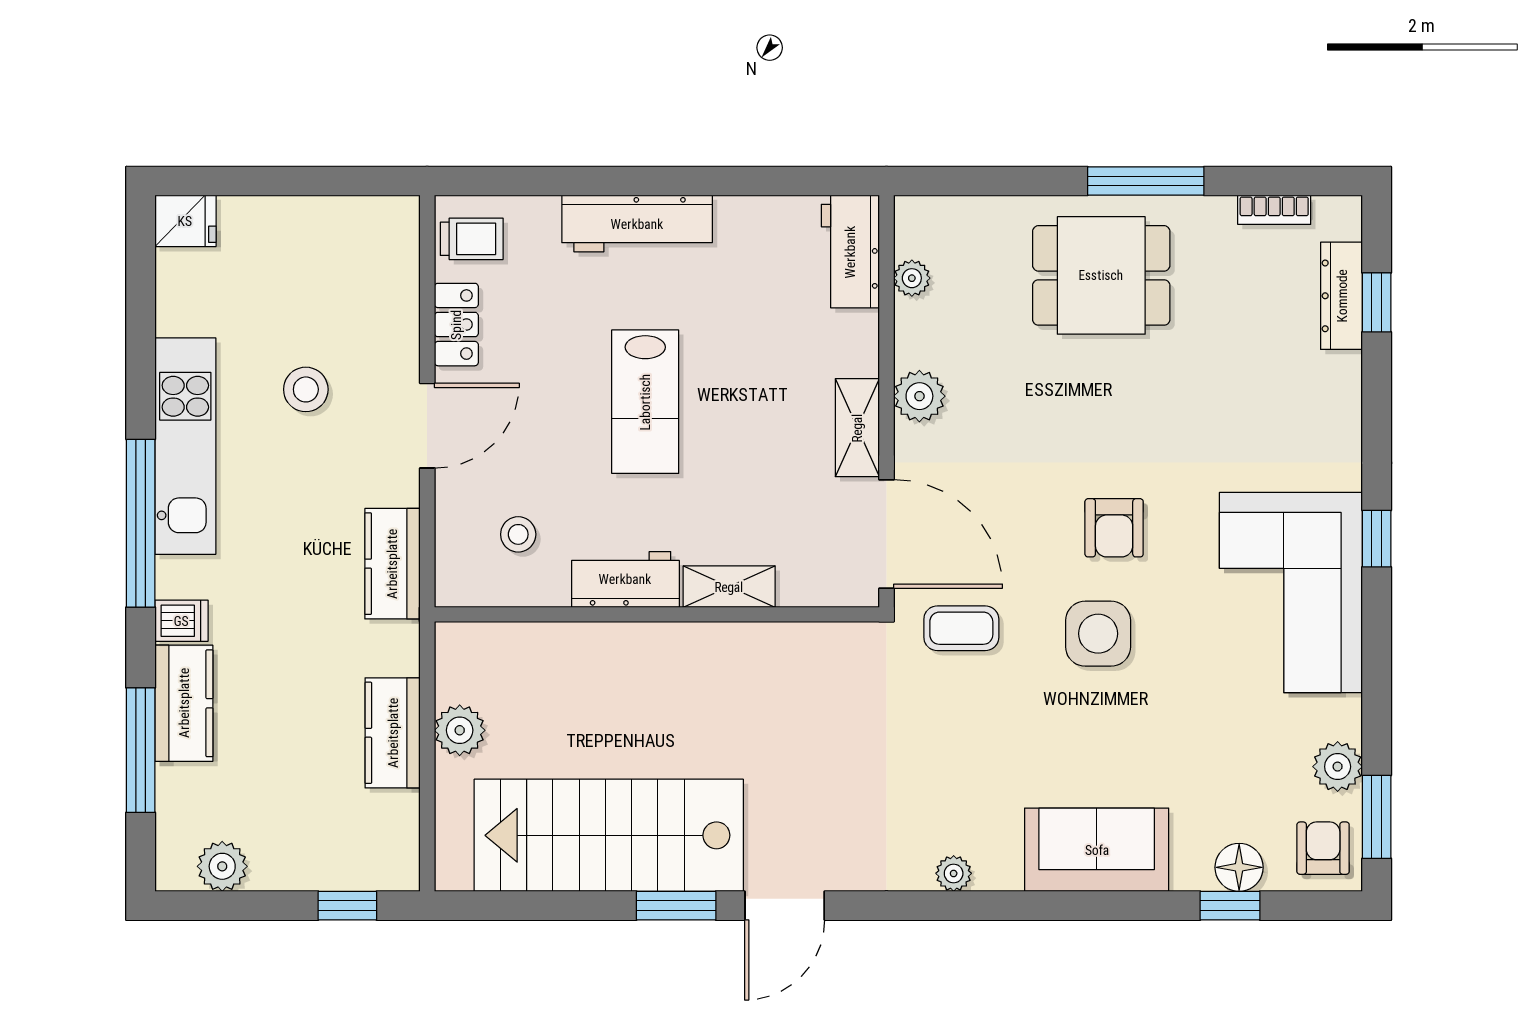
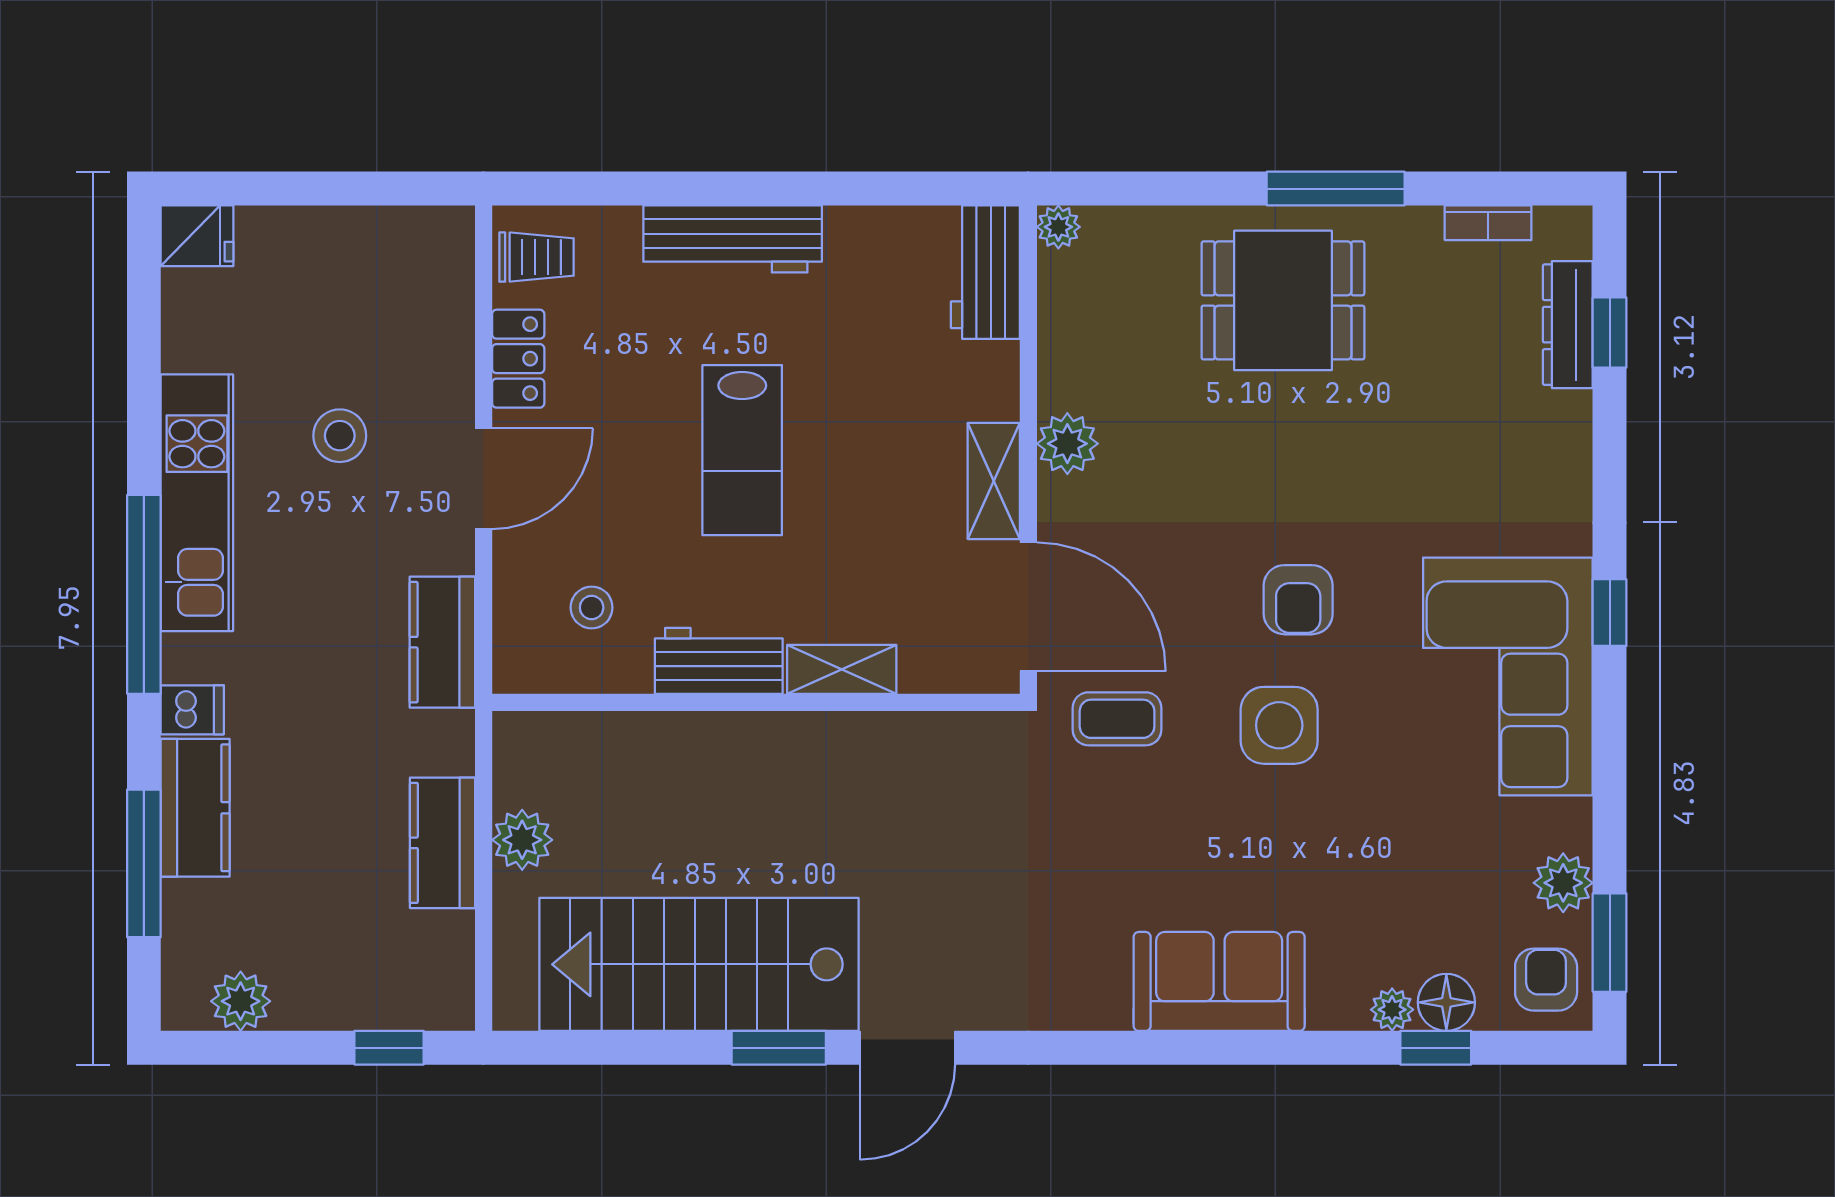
plant: (912, 278) -> (1058, 227), moved
sofa: (1097, 850) -> (1219, 981), moved
plant: (954, 873) -> (1392, 1010), moved

